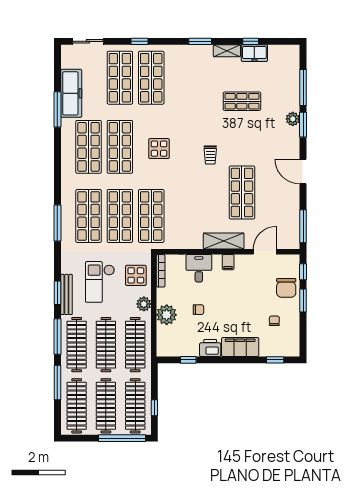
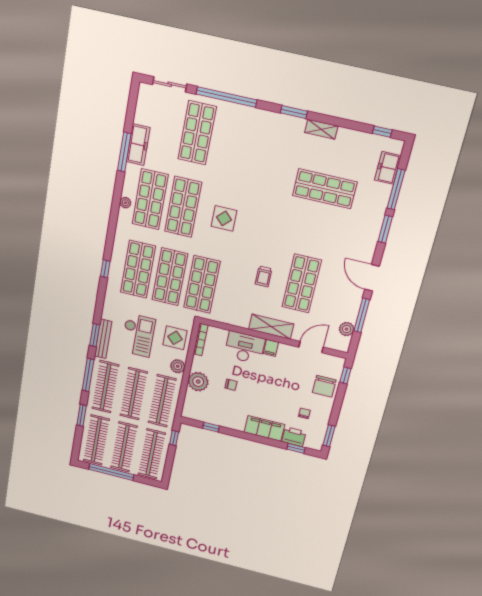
window: (139, 41) -> (226, 97), width x3.17
window: (251, 41) -> (382, 132), moved
freezer: (254, 53) -> (388, 168), moved, turned 90
shop shelf: (151, 78) -> (231, 141), removed
freezer: (71, 93) -> (138, 145), width x0.73, depth x0.79
shop shelf: (242, 101) -> (325, 189), width x1.43, depth x1.36
plant: (293, 119) -> (347, 329), moved
plant: (66, 155) -> (125, 203), added
trolley: (210, 155) -> (264, 276), moved
window: (57, 223) -> (105, 269), width x0.46
window: (303, 226) -> (362, 315), moved
desk: (199, 268) -> (245, 348), width x1.37
checkout: (100, 282) -> (138, 335), turned 180
window: (303, 301) -> (329, 436), moved
printer: (210, 348) -> (294, 437), moved
window: (57, 382) -> (82, 415), width x0.69
window: (154, 408) -> (174, 438), moved
window: (122, 438) -> (111, 472), moved

